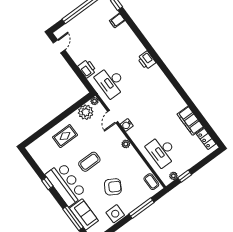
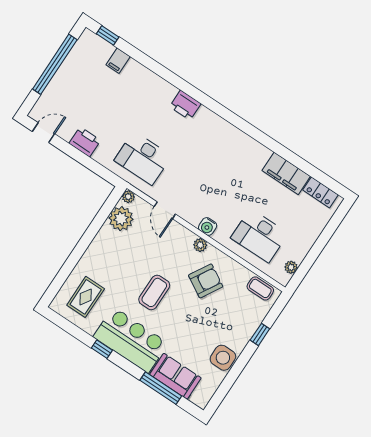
door: (59, 46) -> (43, 133), hinge flipped
printer: (87, 69) -> (85, 142), moved
water cooler: (127, 125) -> (208, 226), moved
rug: (65, 136) -> (86, 297), moved
window: (185, 176) -> (308, 261), removed
armchair: (113, 187) -> (206, 281), moved
window: (141, 208) -> (260, 334), width x0.46

